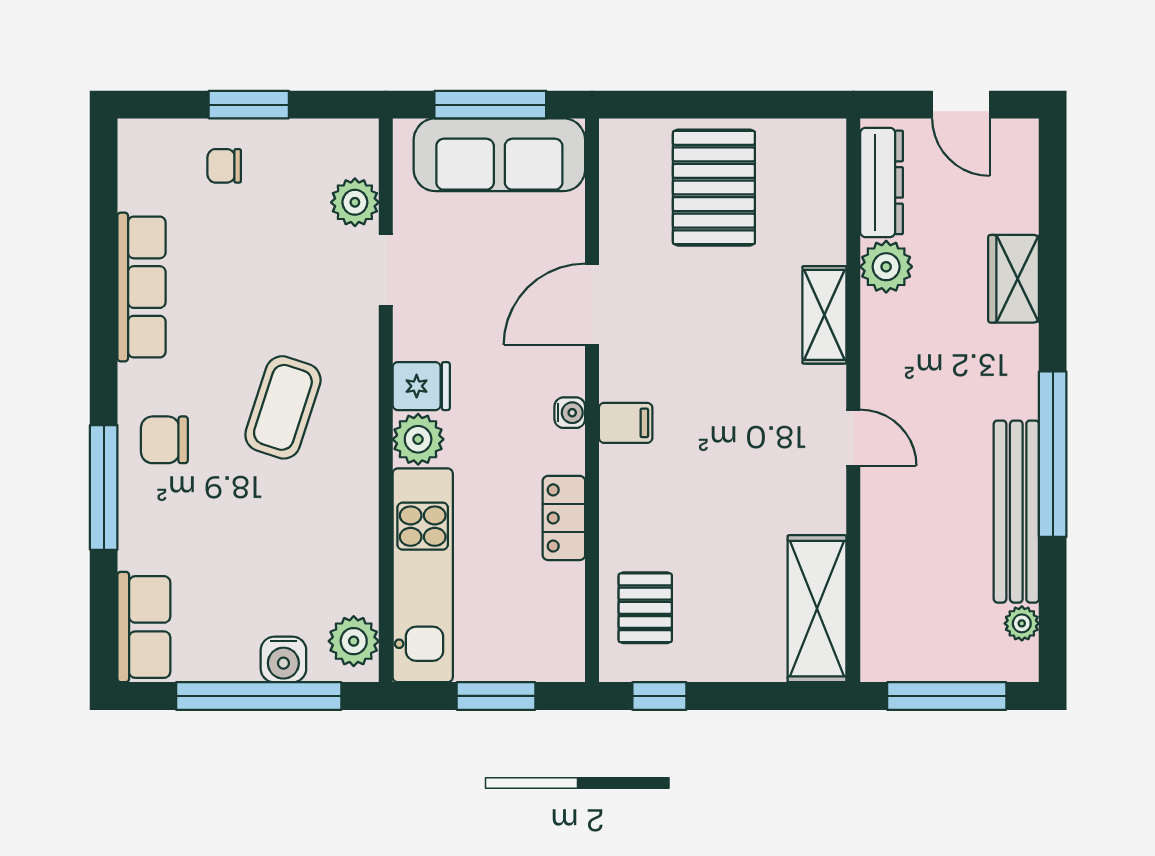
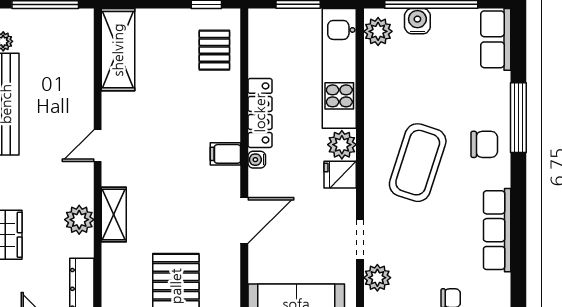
plant: (886, 267) -> (79, 220), moved
coffee table: (283, 407) -> (418, 163), width x1.36, depth x1.32
door: (853, 438) -> (98, 146), hinge flipped
locker: (564, 518) -> (260, 113), width x1.53

